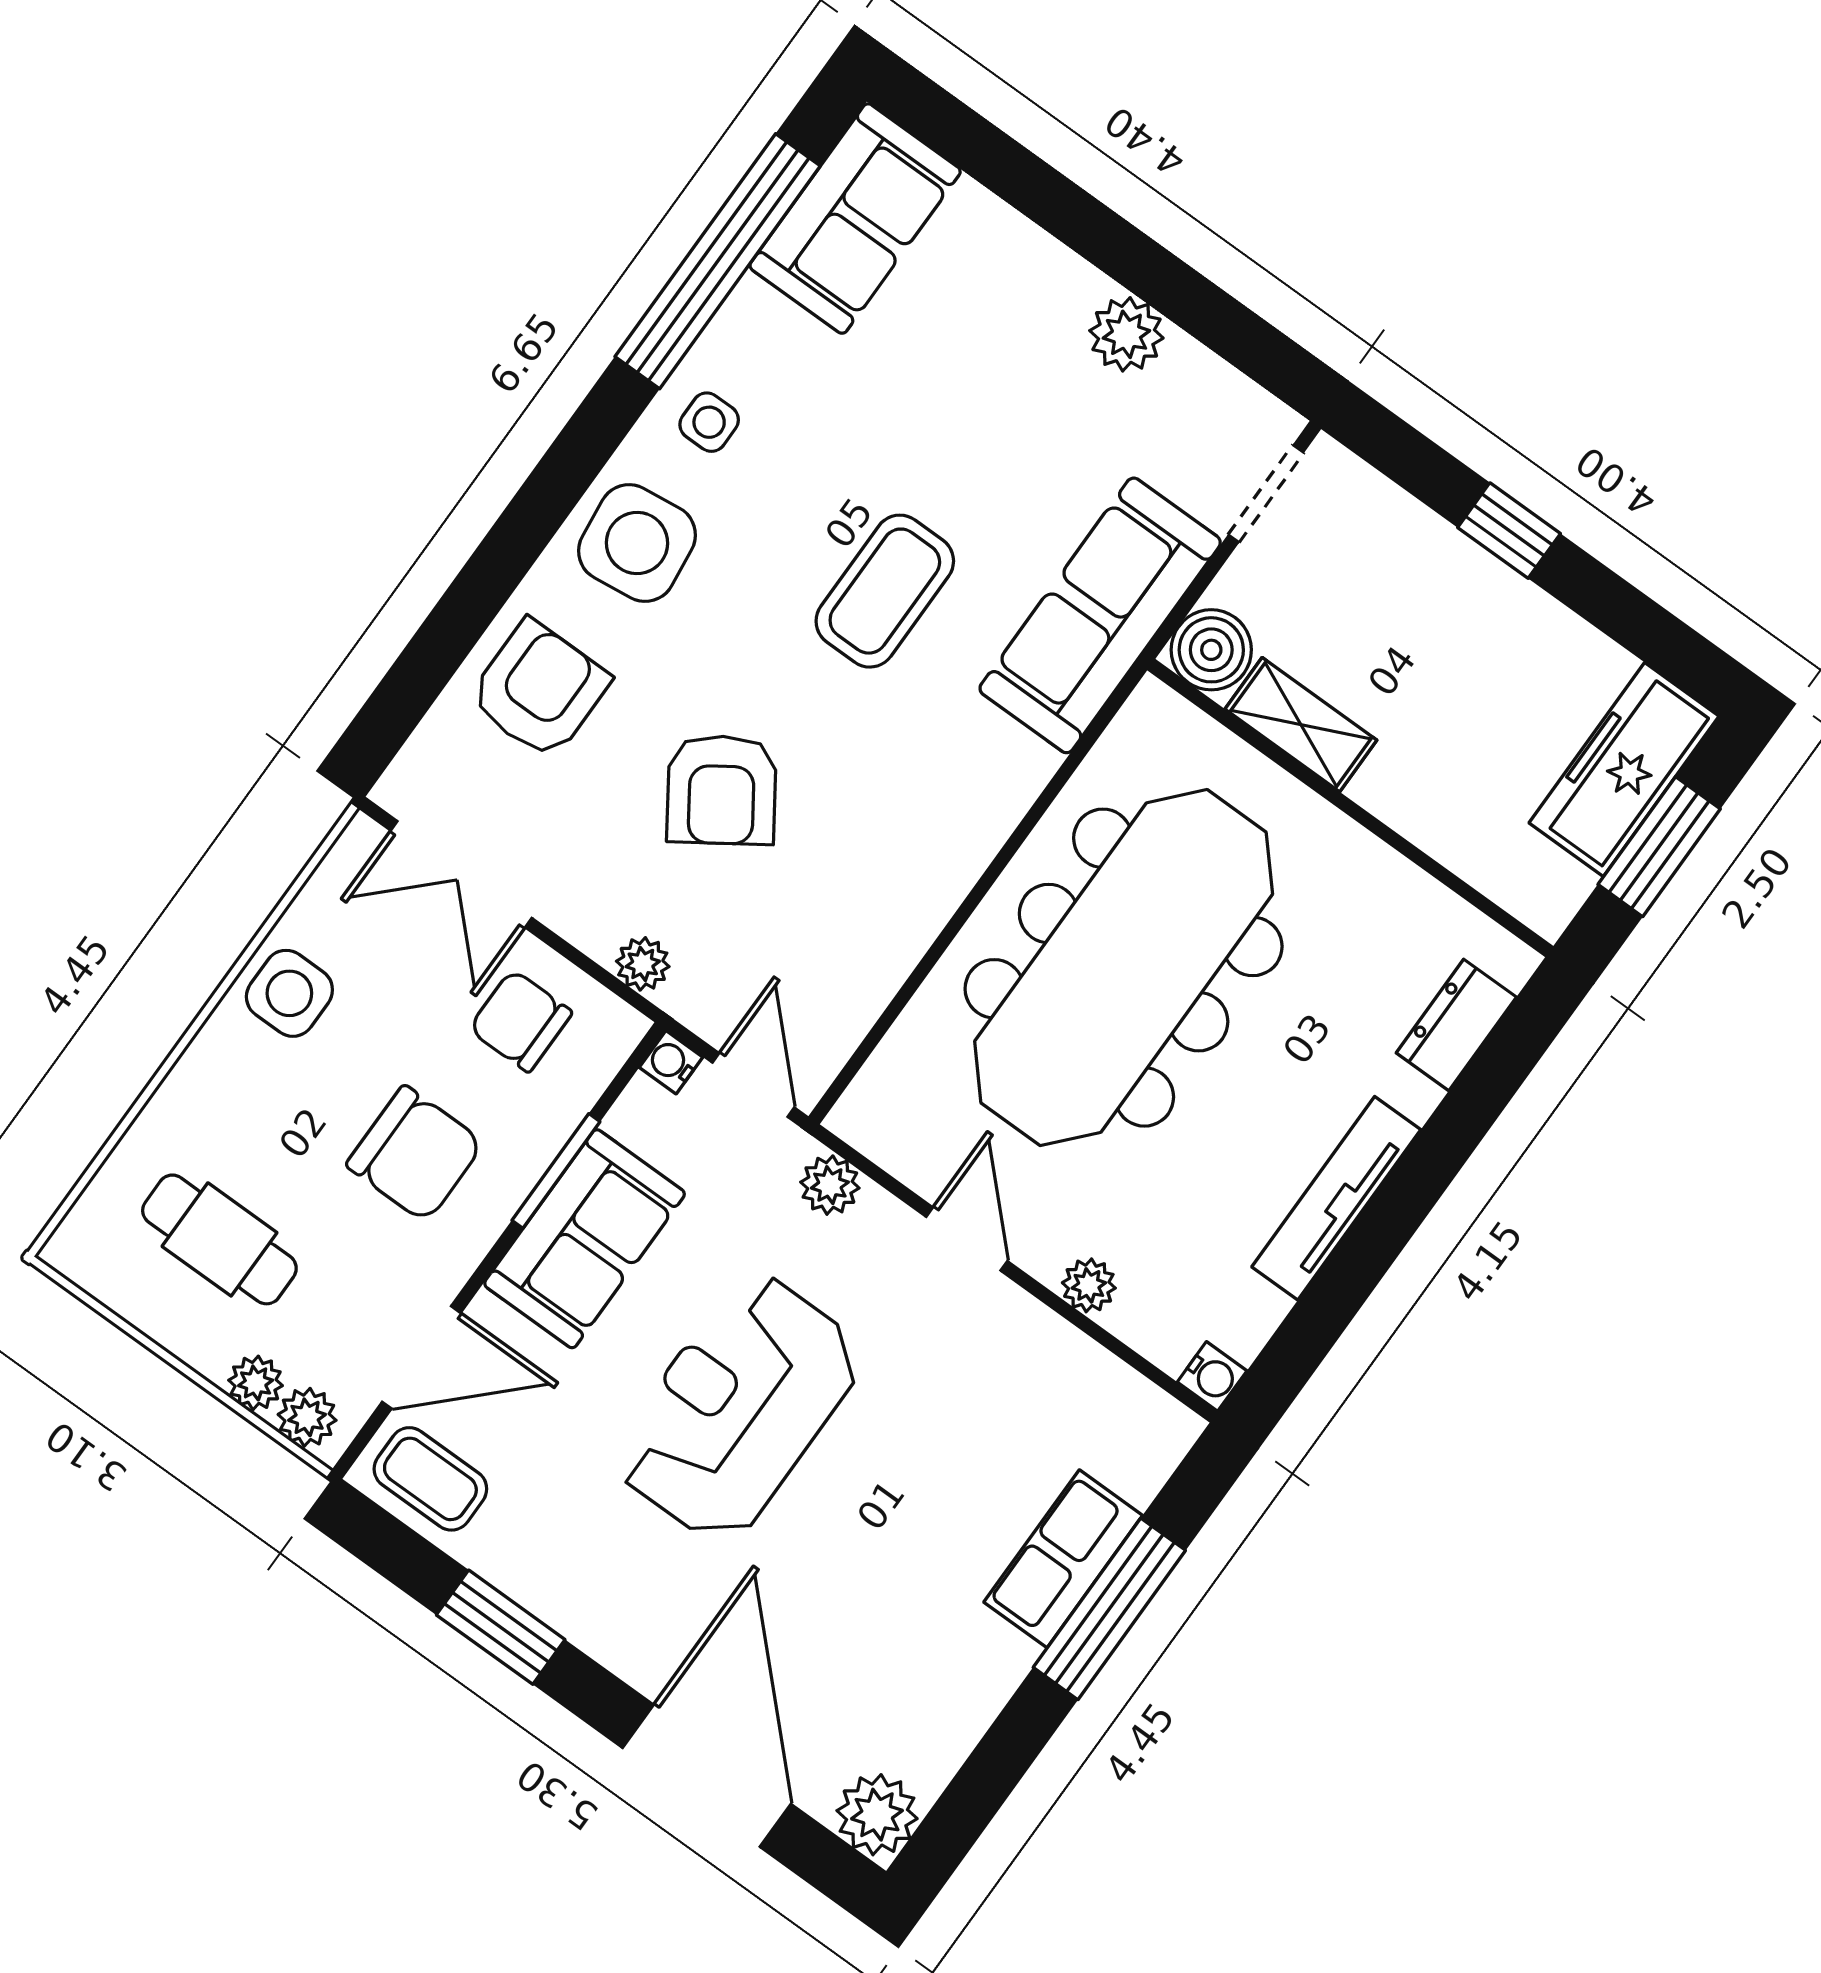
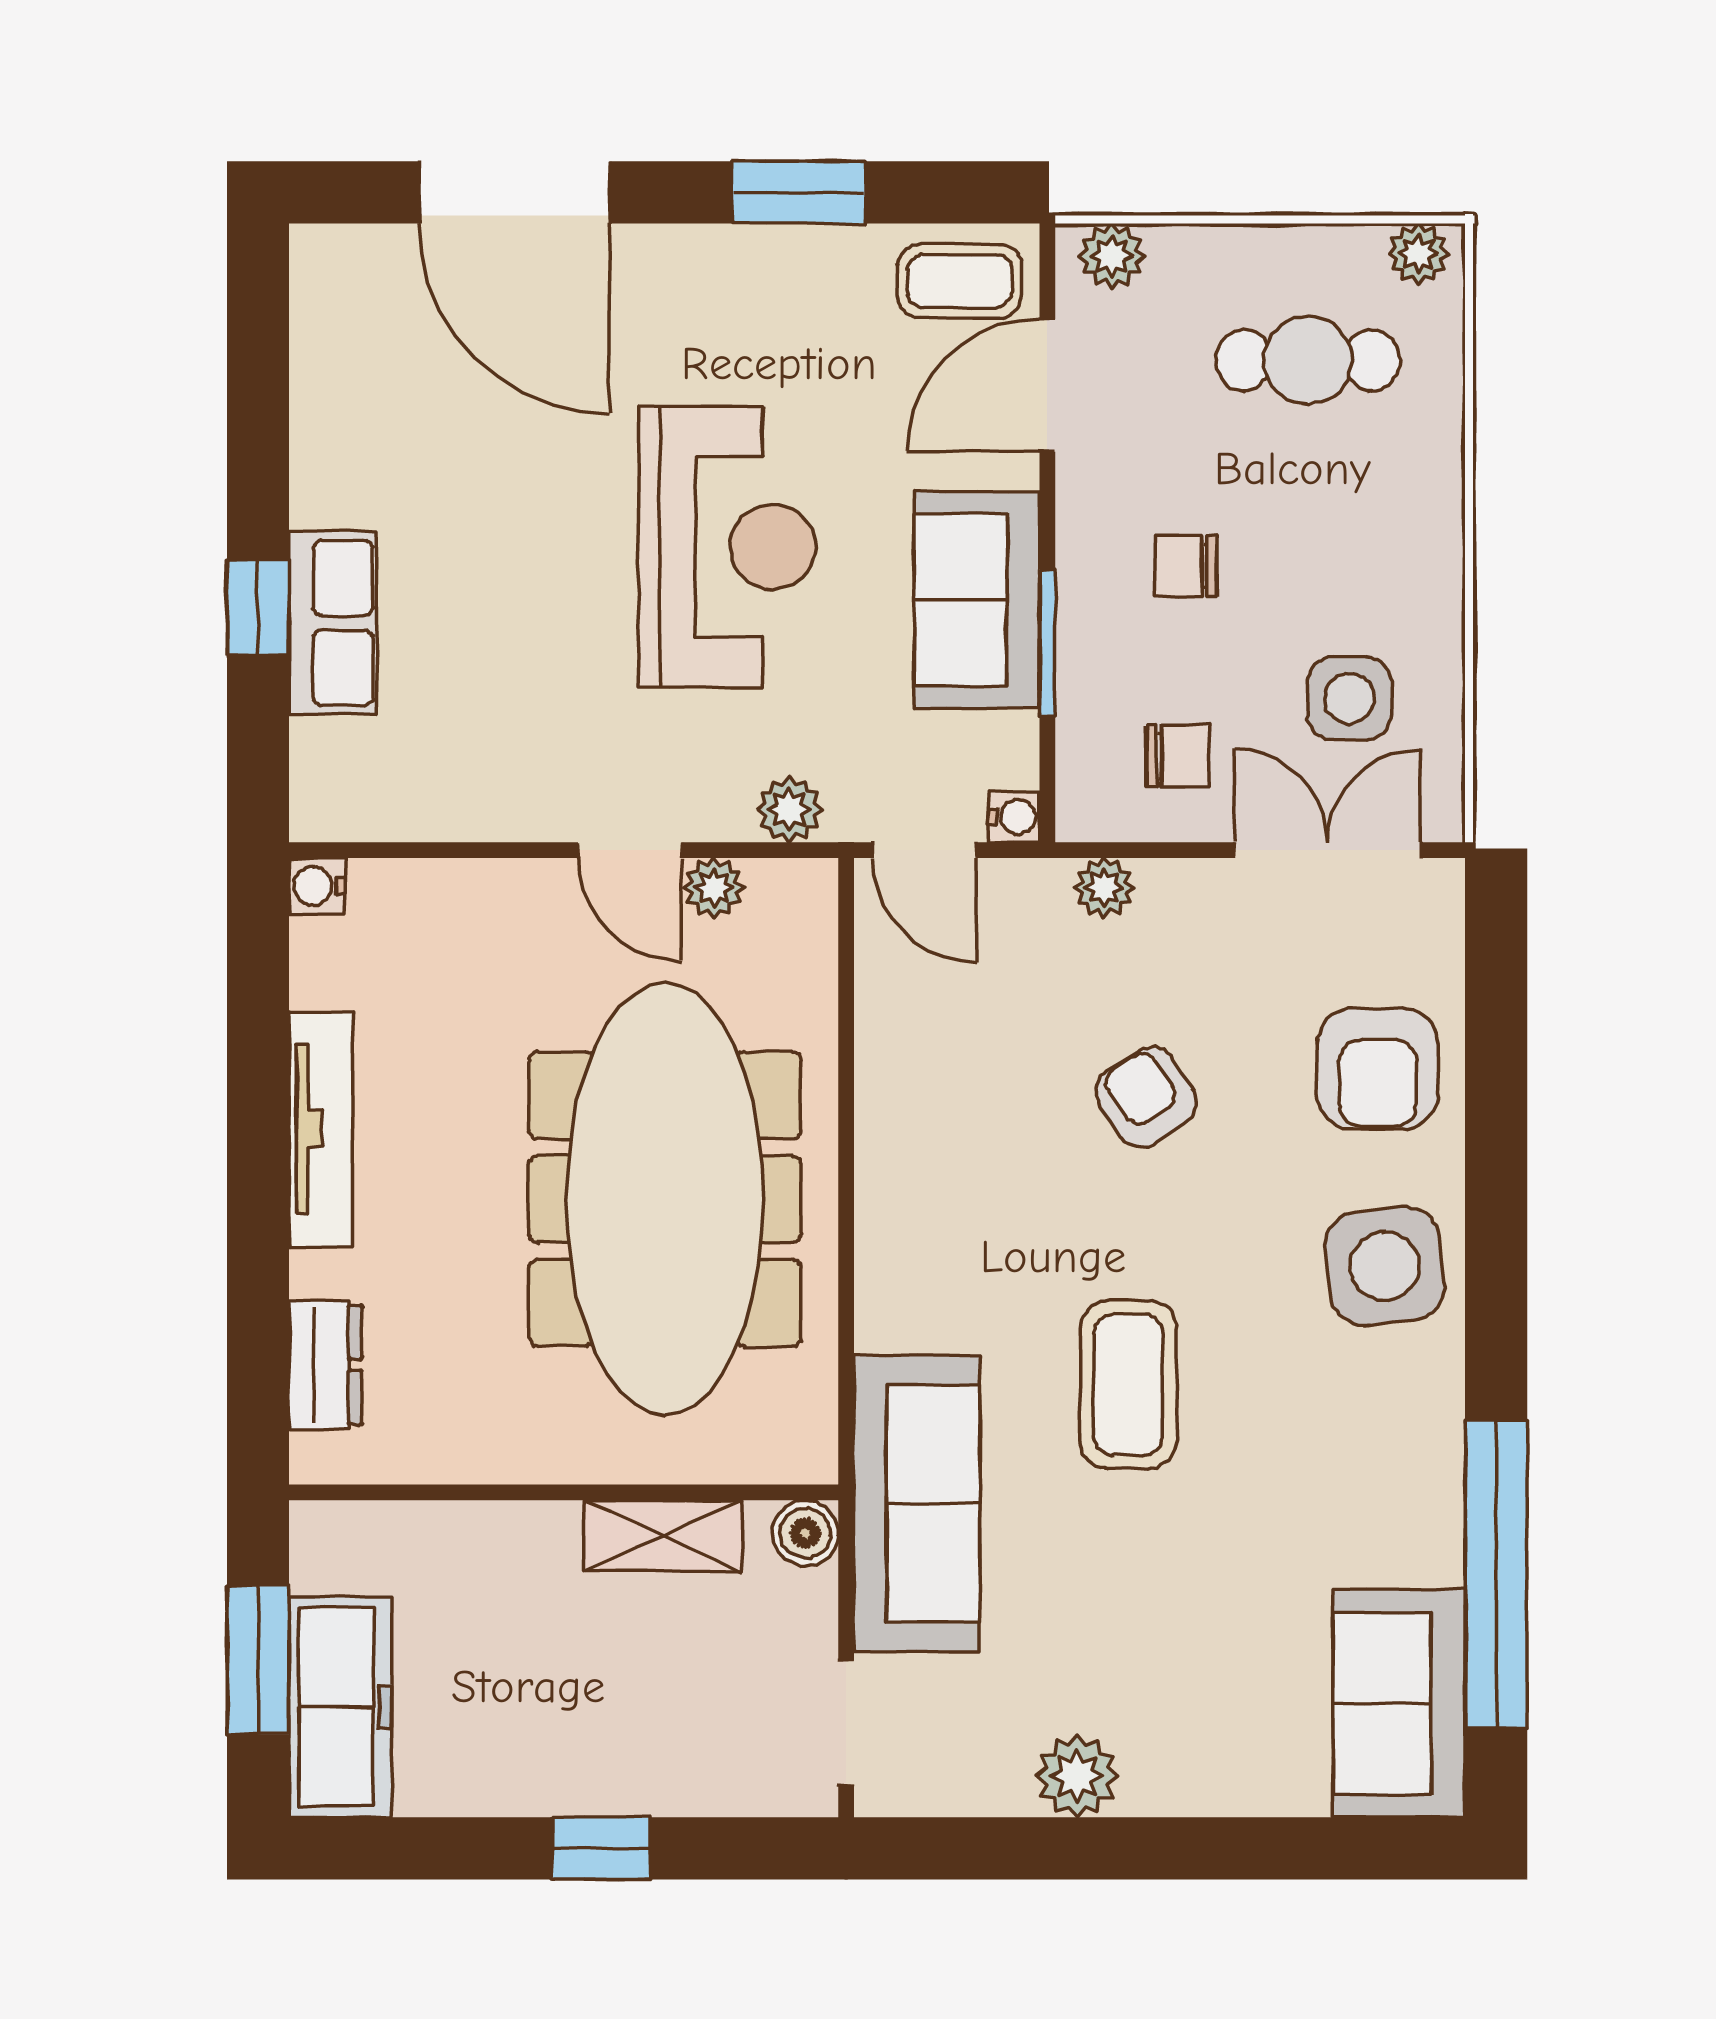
side table: (709, 422) -> (1398, 1423), removed
boiler: (1211, 650) -> (805, 1533), width x0.73, depth x0.73
armchair: (722, 790) -> (1146, 1097), width x0.72, depth x0.72
side table: (289, 993) -> (1349, 699), moved
chair: (520, 1021) -> (1178, 756), width x0.73, depth x0.73
chair: (415, 1154) -> (1186, 566), width x0.54, depth x0.54
plant: (1089, 1285) -> (714, 888), moved
plant: (256, 1383) -> (1418, 254), moved
window: (1109, 1609) -> (258, 607), width x0.46
plant: (877, 1815) -> (334, 269), removed

